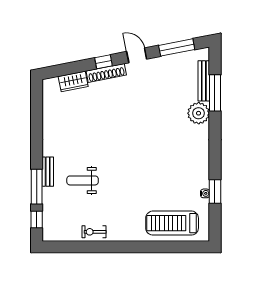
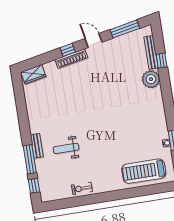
wardrobe: (73, 81) -> (33, 74), moved
window: (215, 93) -> (162, 61), width x0.46

